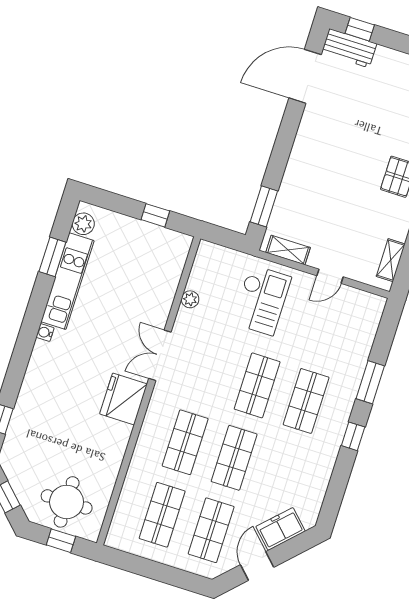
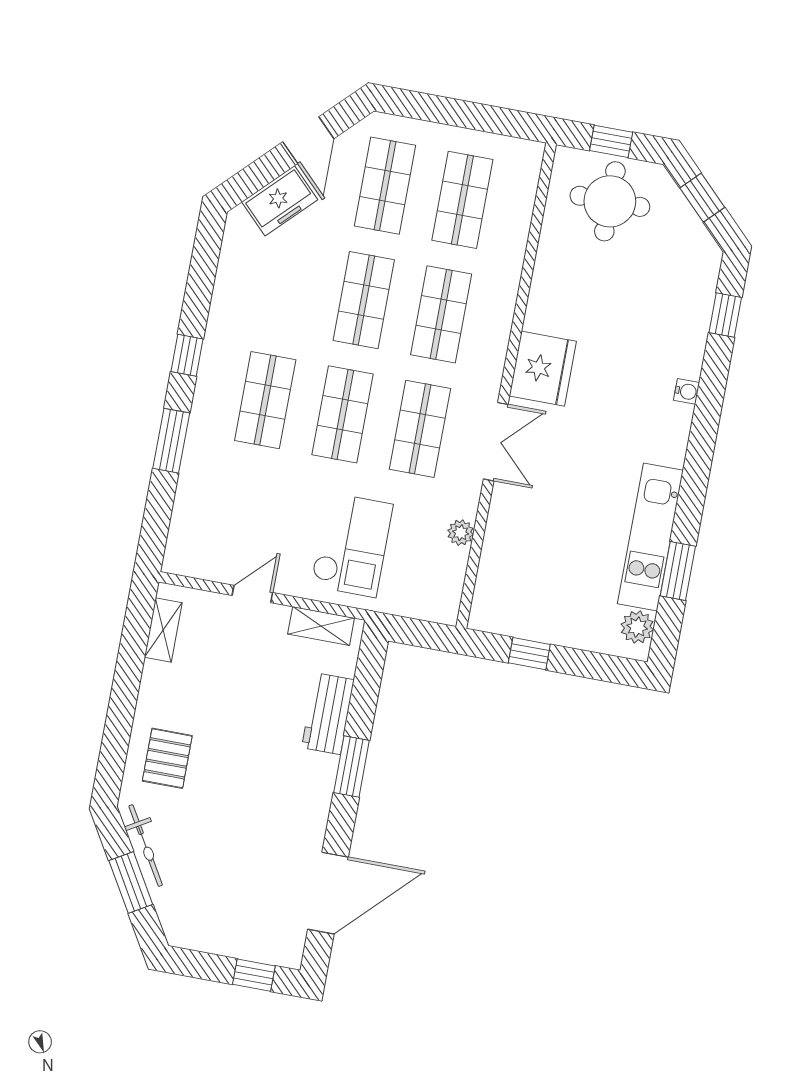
workbench: (349, 48) -> (328, 714), moved, turned -90
window: (264, 206) -> (352, 766), moved
checkout: (262, 300) -> (352, 545), turned 180
water cooler: (45, 333) -> (687, 391), moved
shop shelf: (208, 370) -> (420, 429), added

